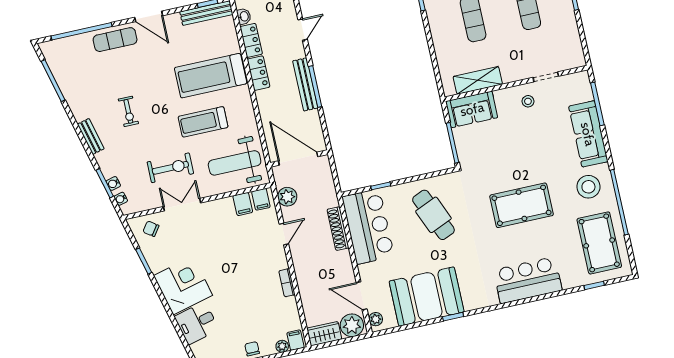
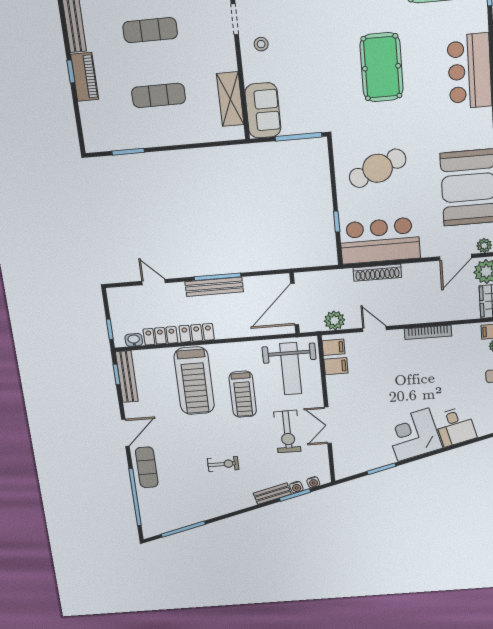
bench: (91, 136) -> (272, 494), moved
exercise bike: (170, 168) -> (287, 432), turned 180
chair: (151, 229) -> (349, 458), removed
bookcase: (287, 283) -> (428, 332), width x1.56

